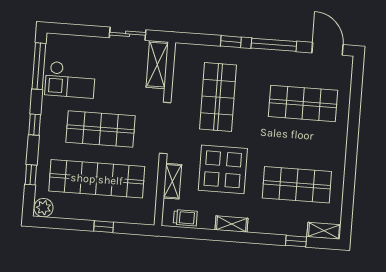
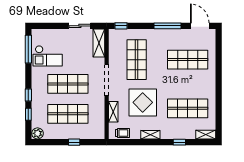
window: (231, 42) -> (121, 26), moved
window: (35, 125) -> (28, 95), moved
shop shelf: (97, 179) -> (68, 114), width x0.71
window: (296, 241) -> (179, 142), moved

